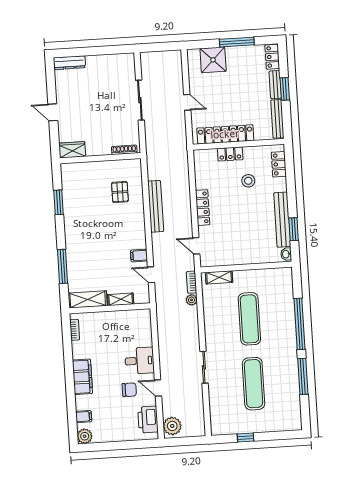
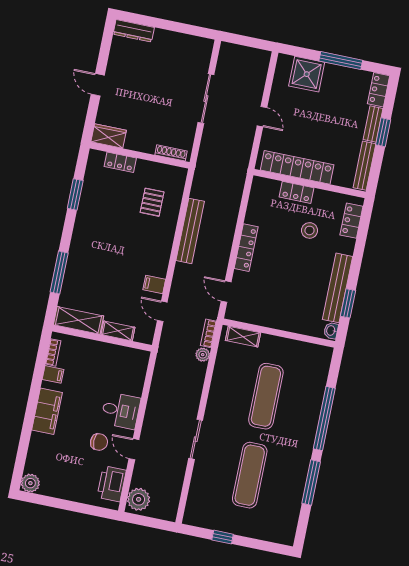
locker: (87, 168) -> (120, 162), added
filing cabinet: (84, 417) -> (53, 374), moved

